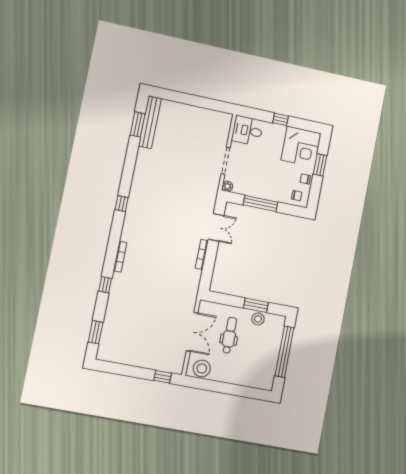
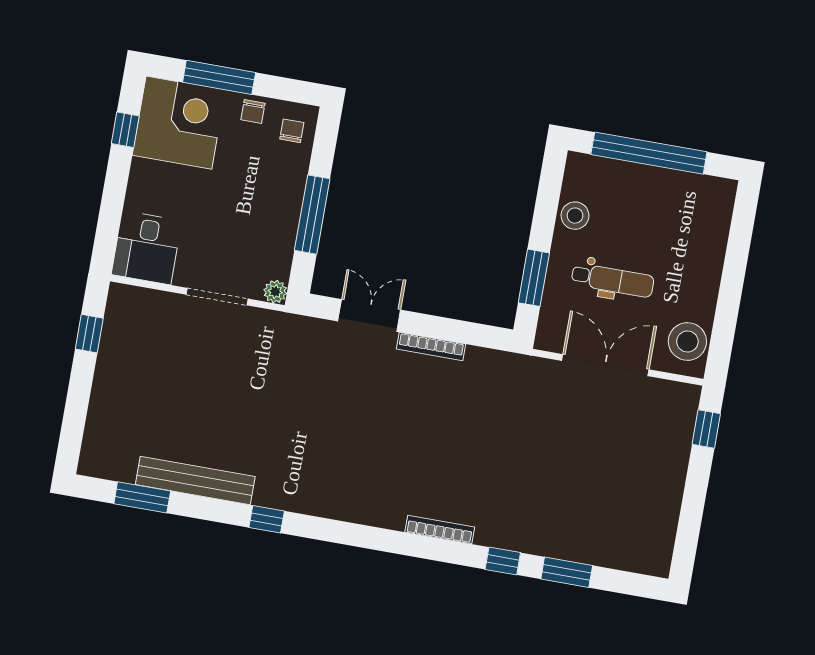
window: (211, 104) -> (89, 334), added
window: (281, 119) -> (125, 130), moved
bench: (150, 122) -> (195, 481), moved
window: (320, 165) -> (219, 77), width x1.44
window: (122, 204) -> (267, 519), moved
window: (256, 305) -> (534, 278), moved
window: (96, 332) -> (567, 572), moved
dental chair: (229, 335) -> (613, 280), turned 180

